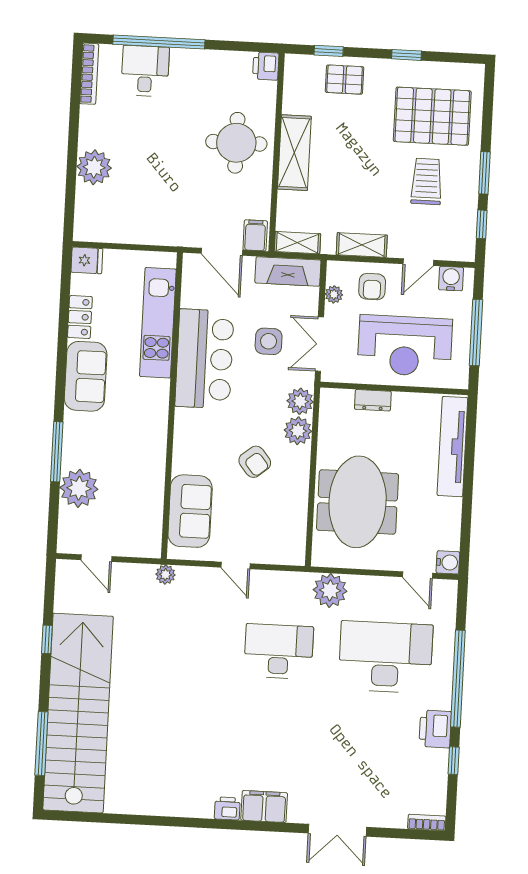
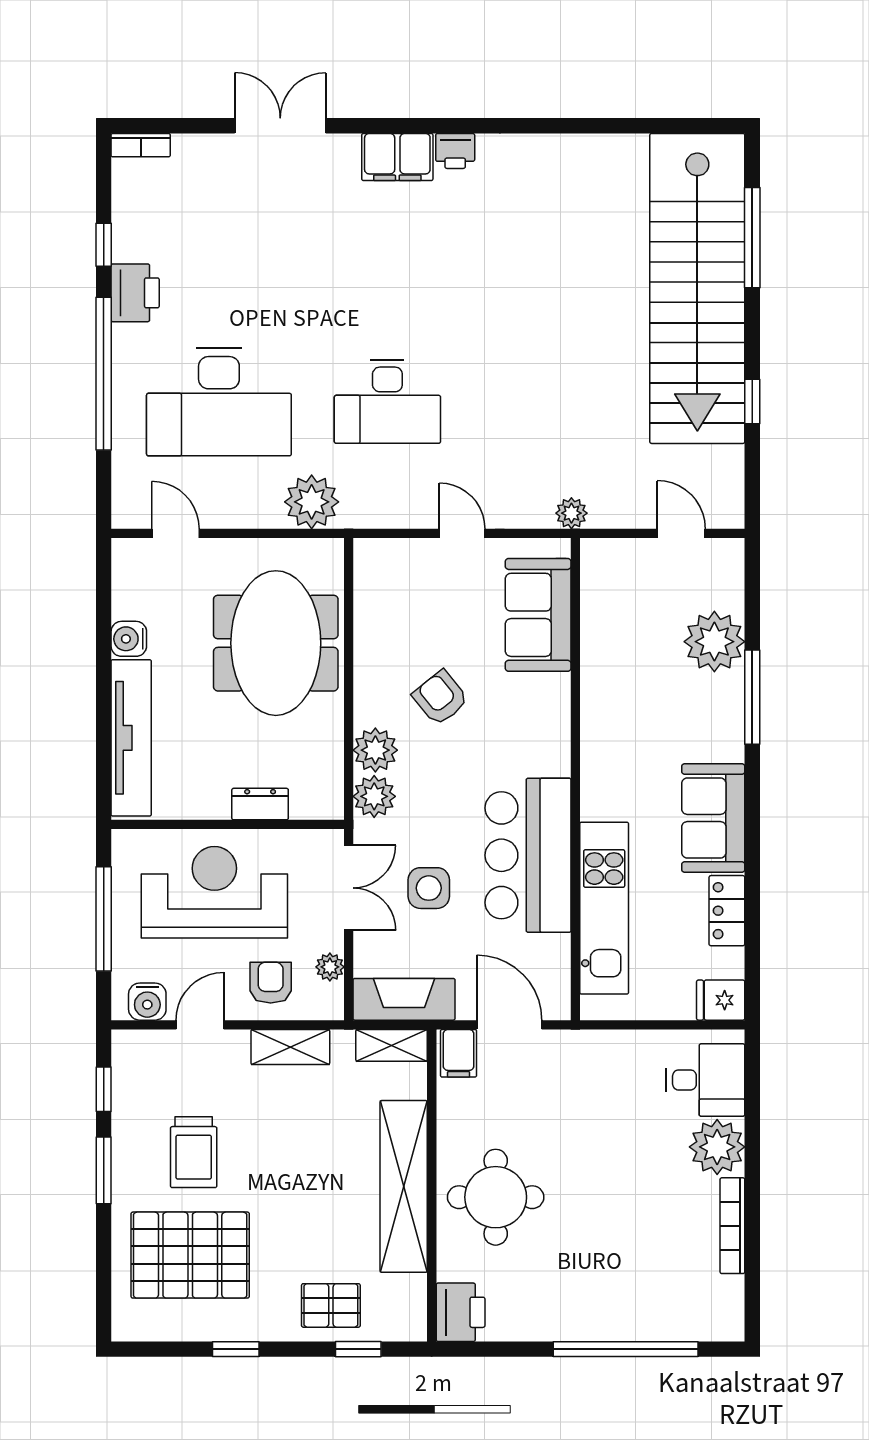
printer: (266, 66) -> (461, 1312), width x1.36, depth x1.24
desk: (145, 71) -> (706, 1080), moved, turned -90
bookcase: (89, 74) -> (732, 1226), moved
shelving: (294, 153) -> (404, 1186), width x1.47
water cooler: (448, 562) -> (129, 639), moved

